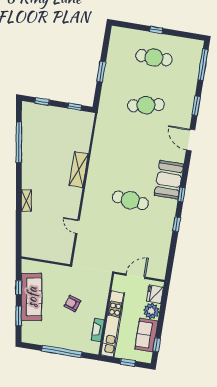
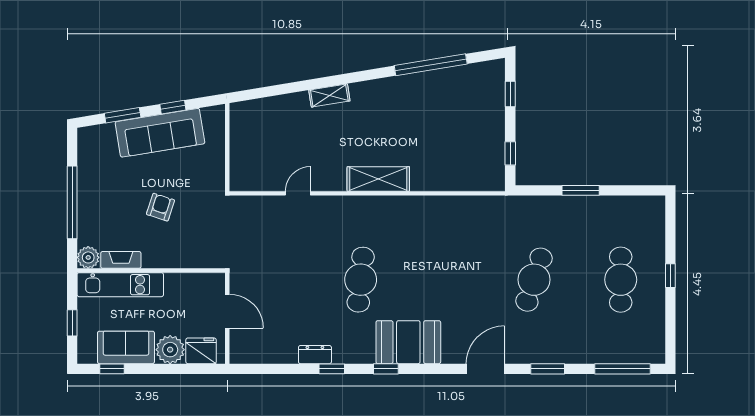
cafe table: (146, 105) -> (534, 280), turned 30
shelving: (79, 170) -> (378, 179), moved
dresser: (167, 232) -> (315, 355), added
kitchen unit: (113, 324) -> (120, 285), width x0.73
plant: (93, 348) -> (88, 257), added

